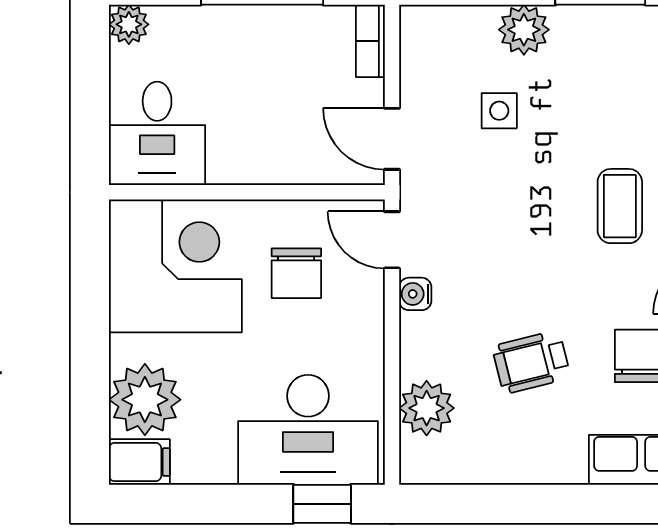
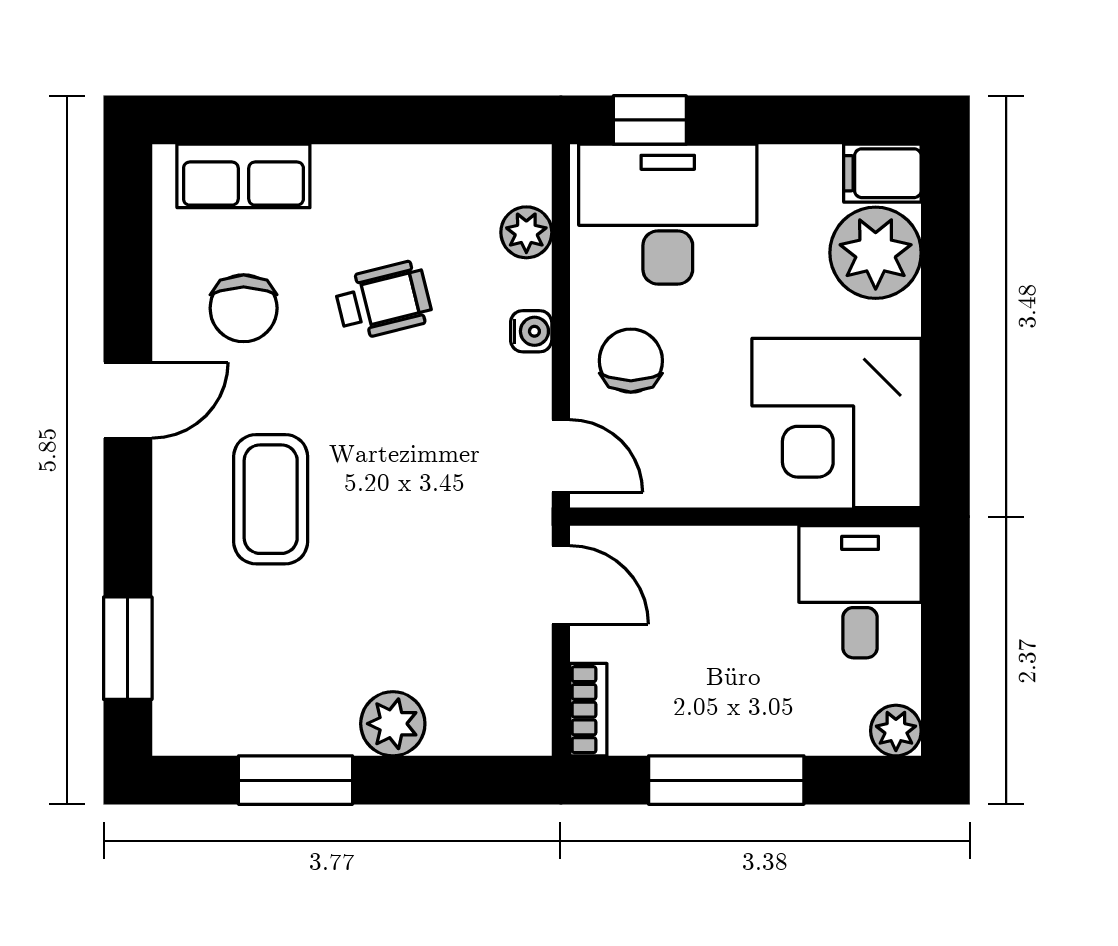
side table: (499, 111) -> (424, 621), removed
coffee table: (620, 206) -> (271, 499), width x1.36, depth x1.30
chair: (296, 273) -> (631, 361), moved
water cooler: (415, 294) -> (531, 331), moved
plant: (427, 408) -> (526, 232), width x0.73, depth x0.73

